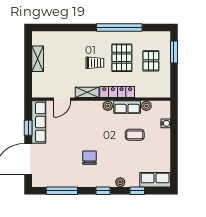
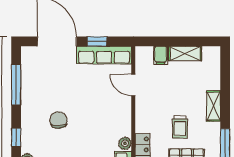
filing cabinet: (39, 78) -> (161, 55), added
shelving: (87, 92) -> (214, 106), moved
chair: (90, 158) -> (58, 120), turned -90

